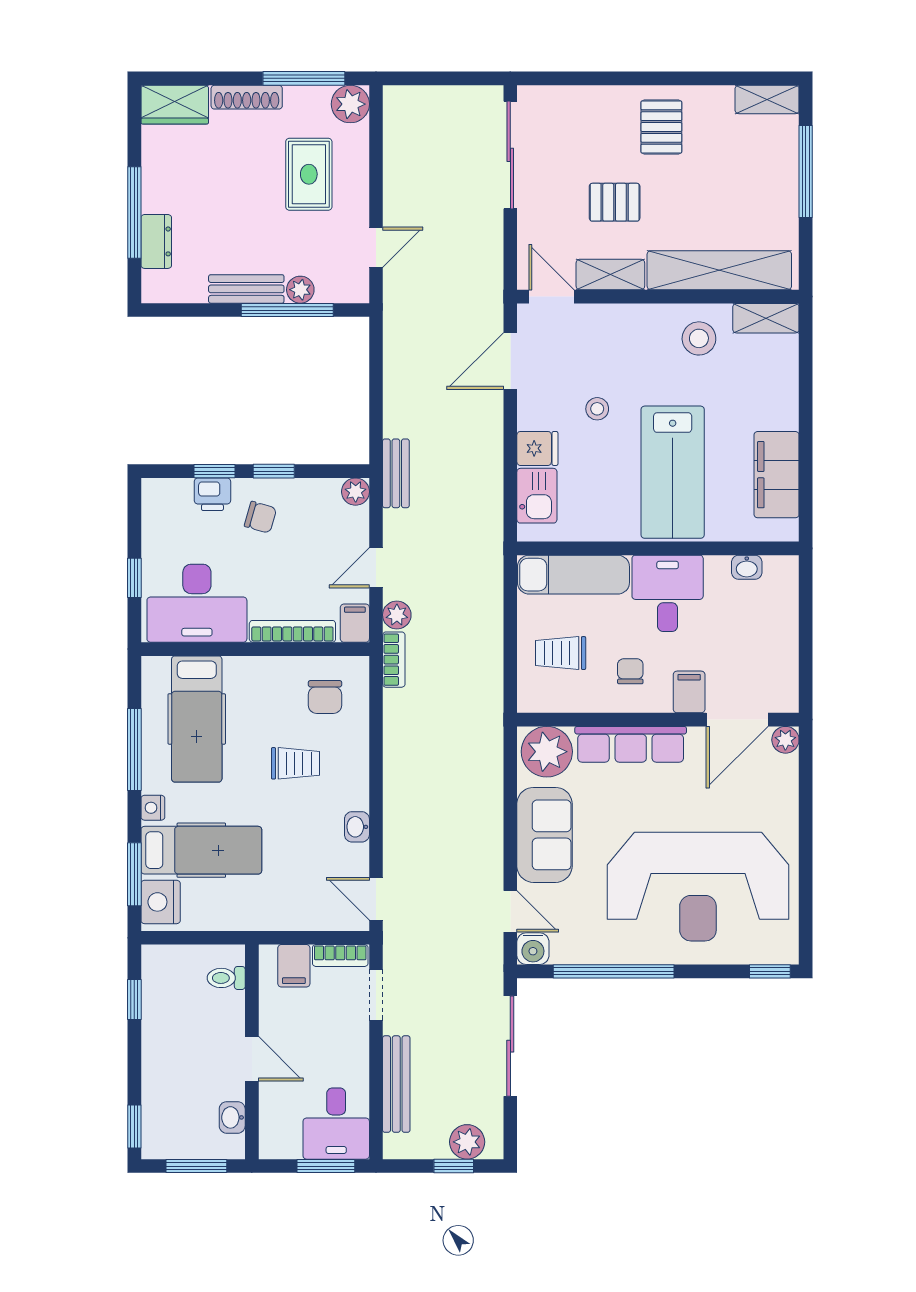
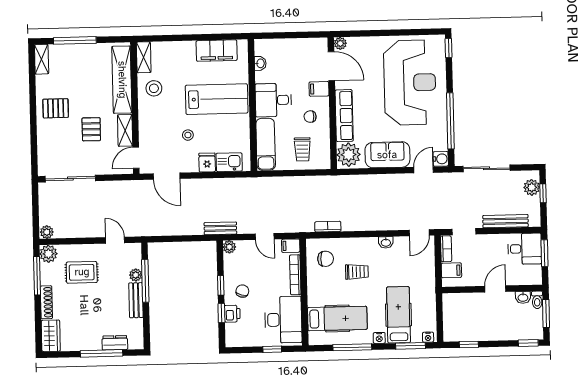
plant: (397, 615) -> (47, 232), moved
bookcase: (394, 660) -> (328, 227), moved
trolley: (295, 763) -> (357, 272), turned 90
nightstand: (161, 902) -> (428, 337), width x0.53, depth x0.56
toilet: (226, 978) -> (537, 300), moved

